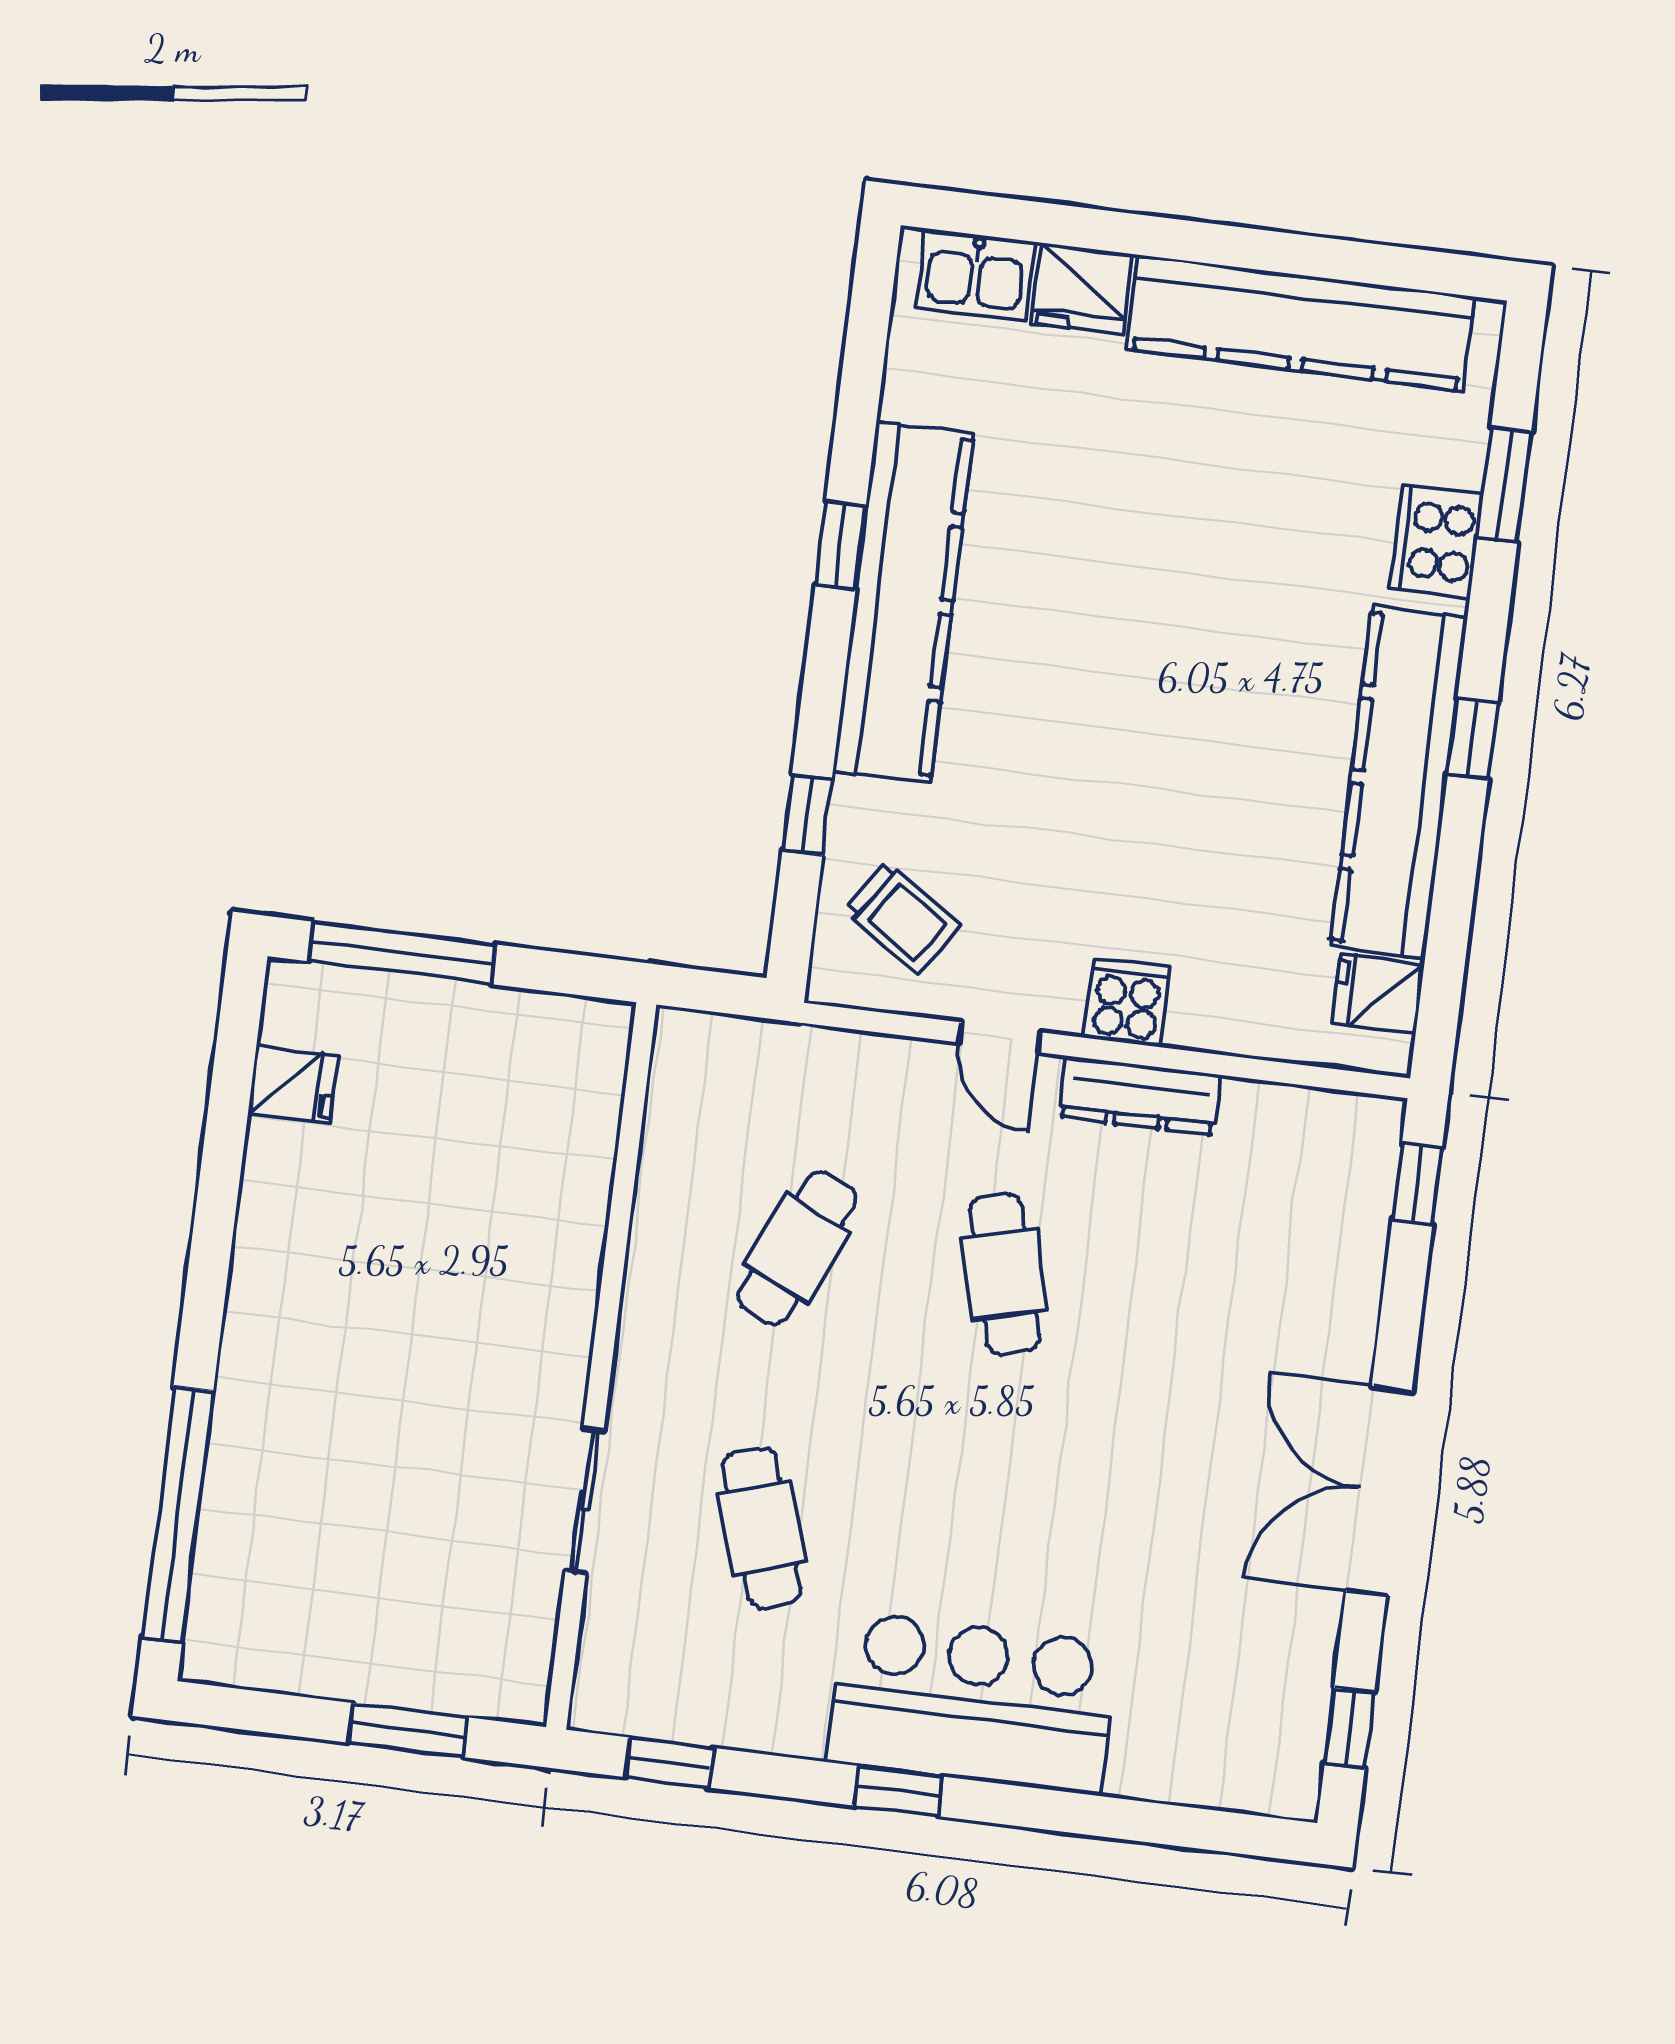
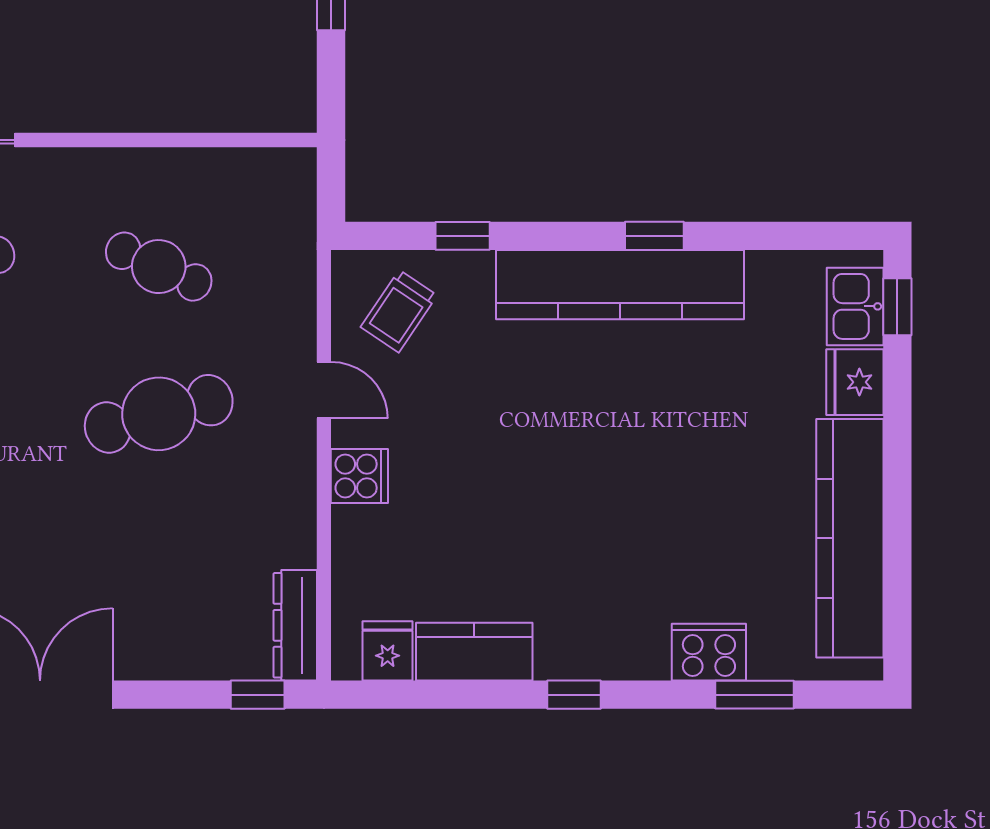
window: (983, 215) -> (897, 307), added
kitchen counter: (1399, 782) -> (474, 652), width x0.48, depth x0.86
door: (1000, 1037) -> (324, 390), swing flipped
dresser: (1140, 1096) -> (295, 625), moved
cafe table: (1004, 1274) -> (159, 414), width x1.37, depth x1.35

